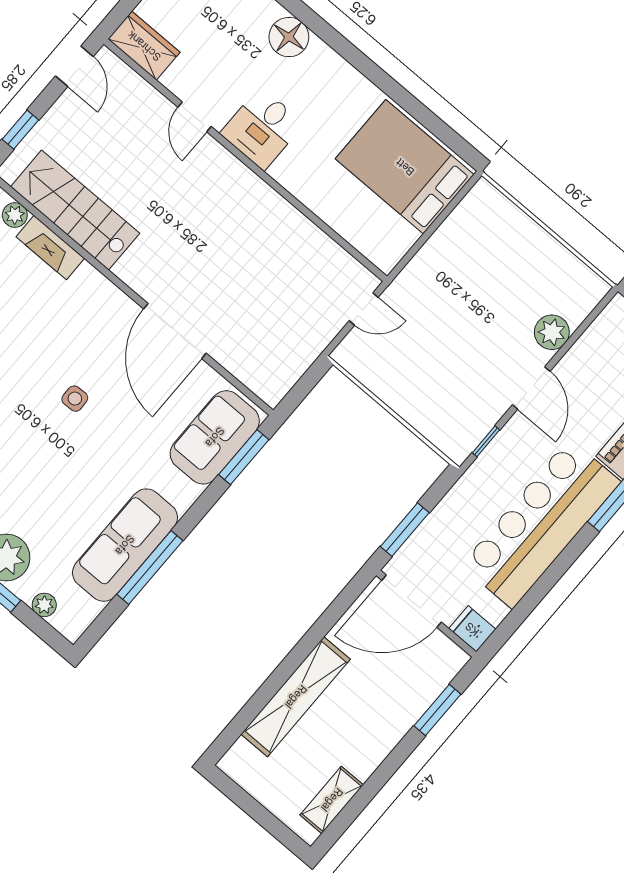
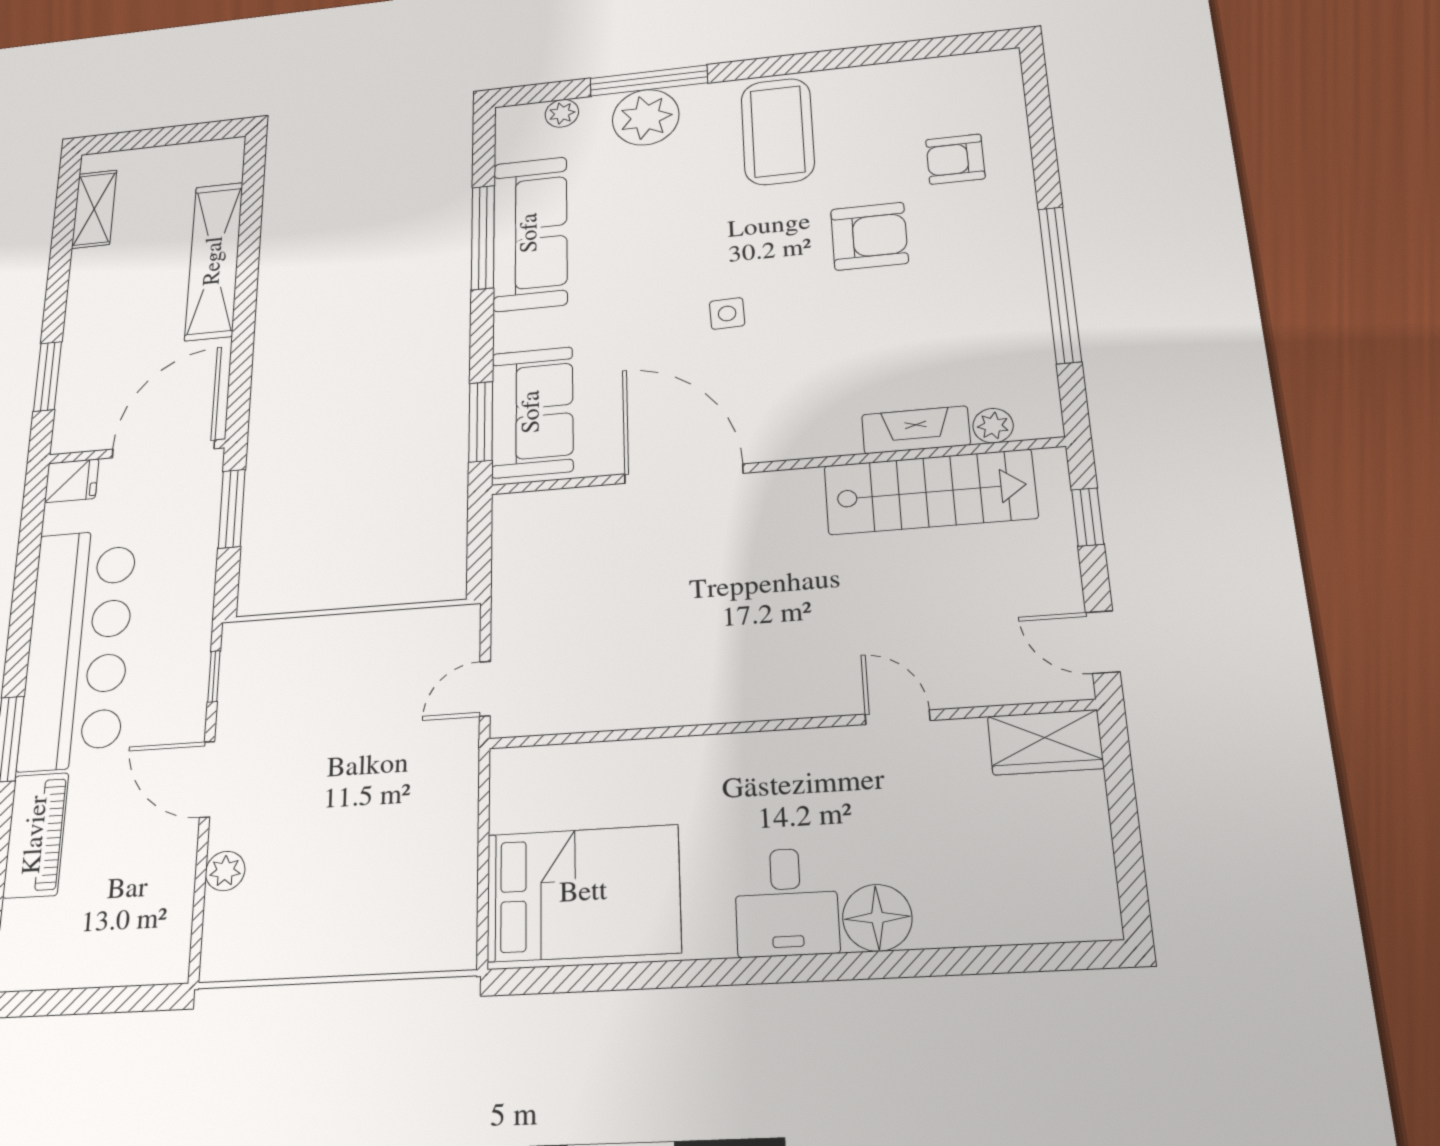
desk: (262, 128) -> (786, 902), moved, turned 180
plant: (552, 332) -> (225, 871), width x0.73, depth x0.73

